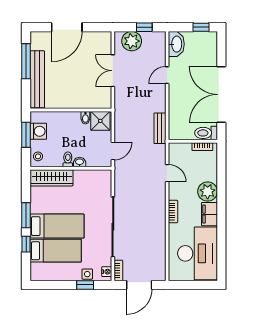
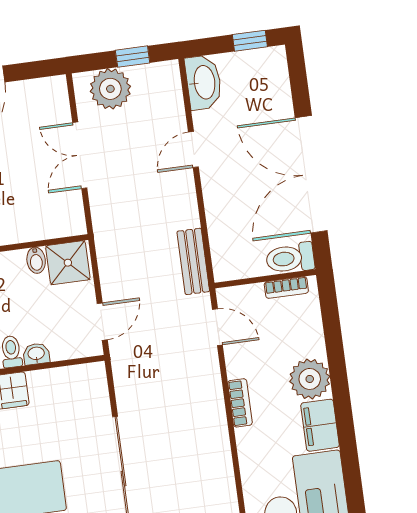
door: (167, 173) -> (217, 327), moved
bookcase: (173, 212) -> (240, 403), moved

